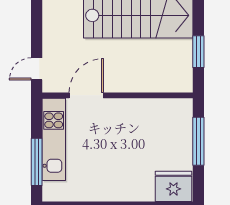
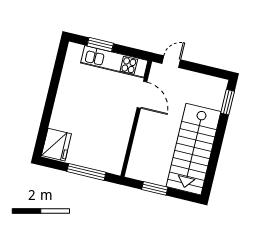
door: (37, 69) -> (171, 62), hinge flipped
window: (37, 162) -> (100, 45), width x0.69

